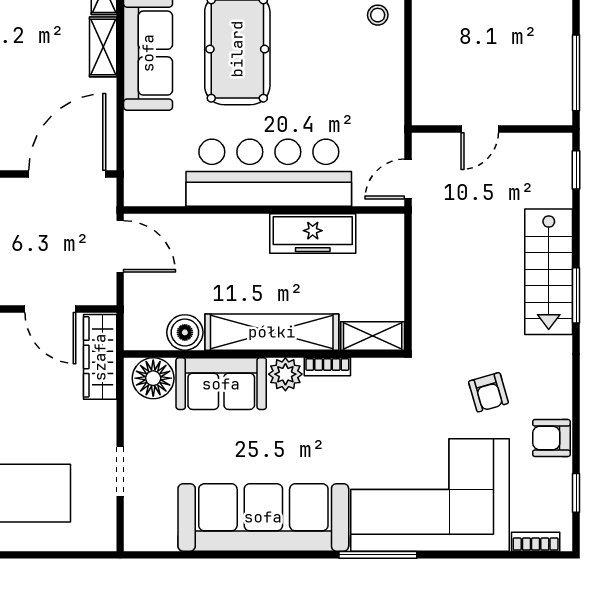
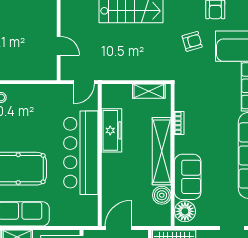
door: (408, 179) -> (84, 82), hinge flipped
shelving: (373, 336) -> (149, 91), moved, turned 90
plant: (285, 374) -> (183, 144), removed

